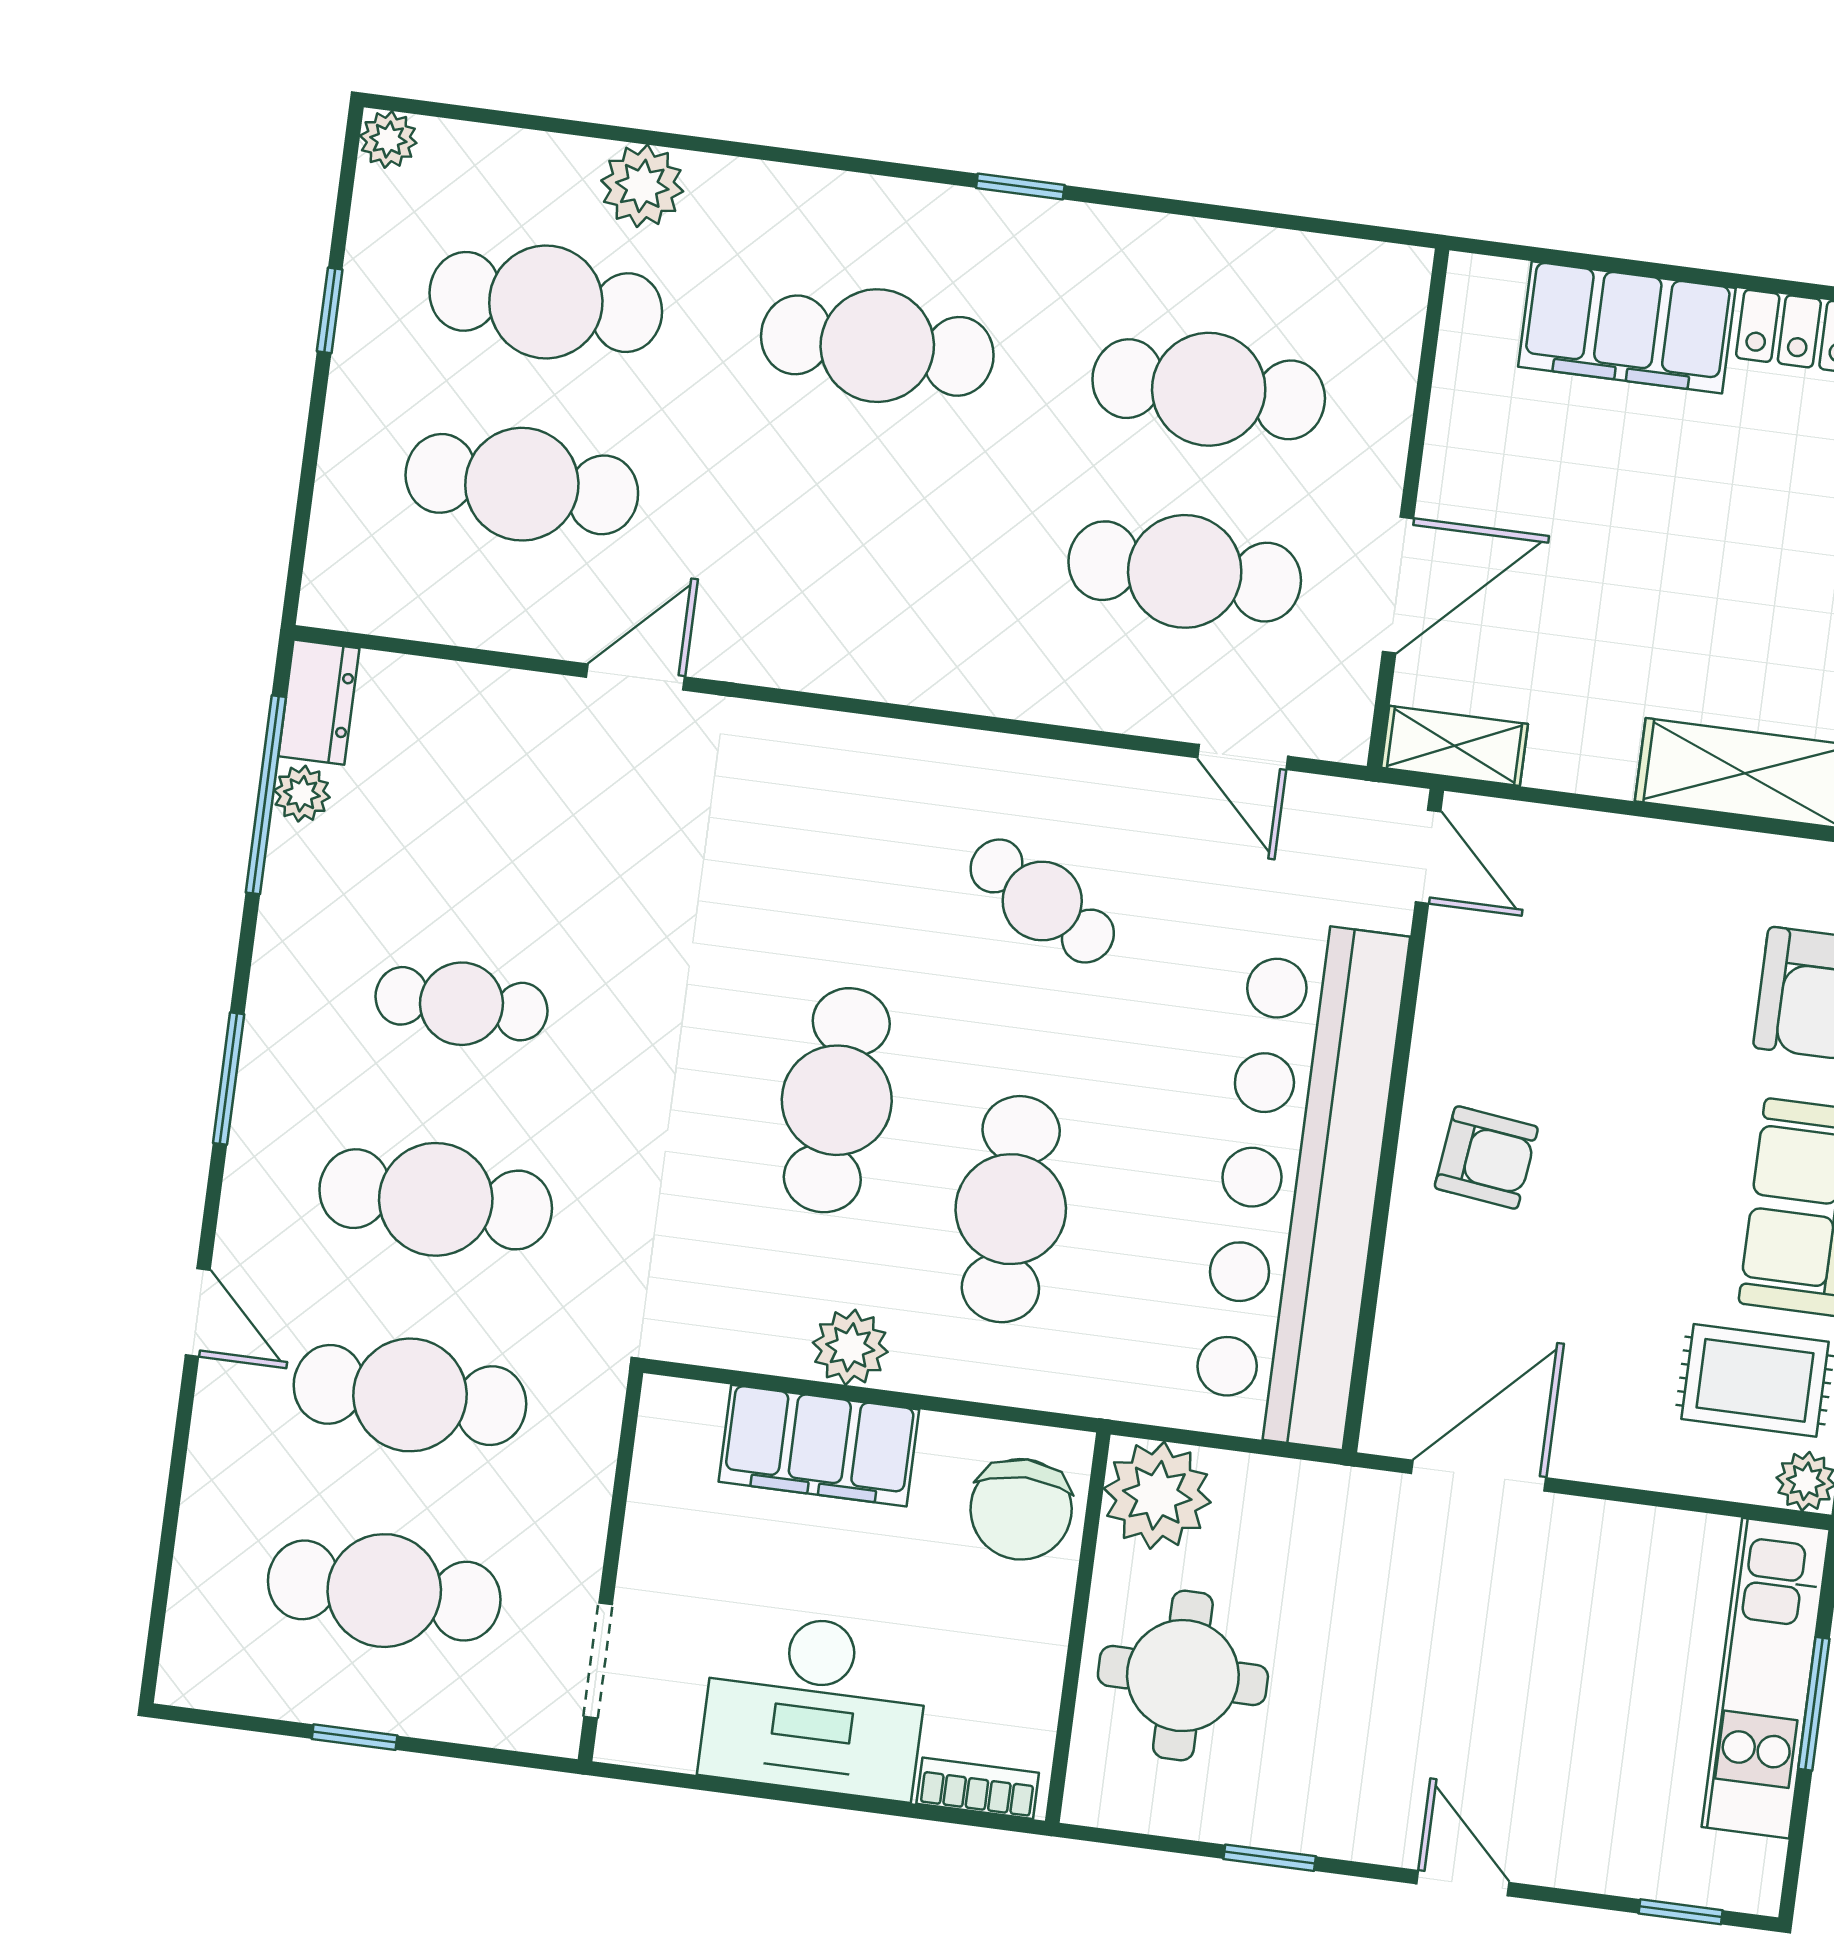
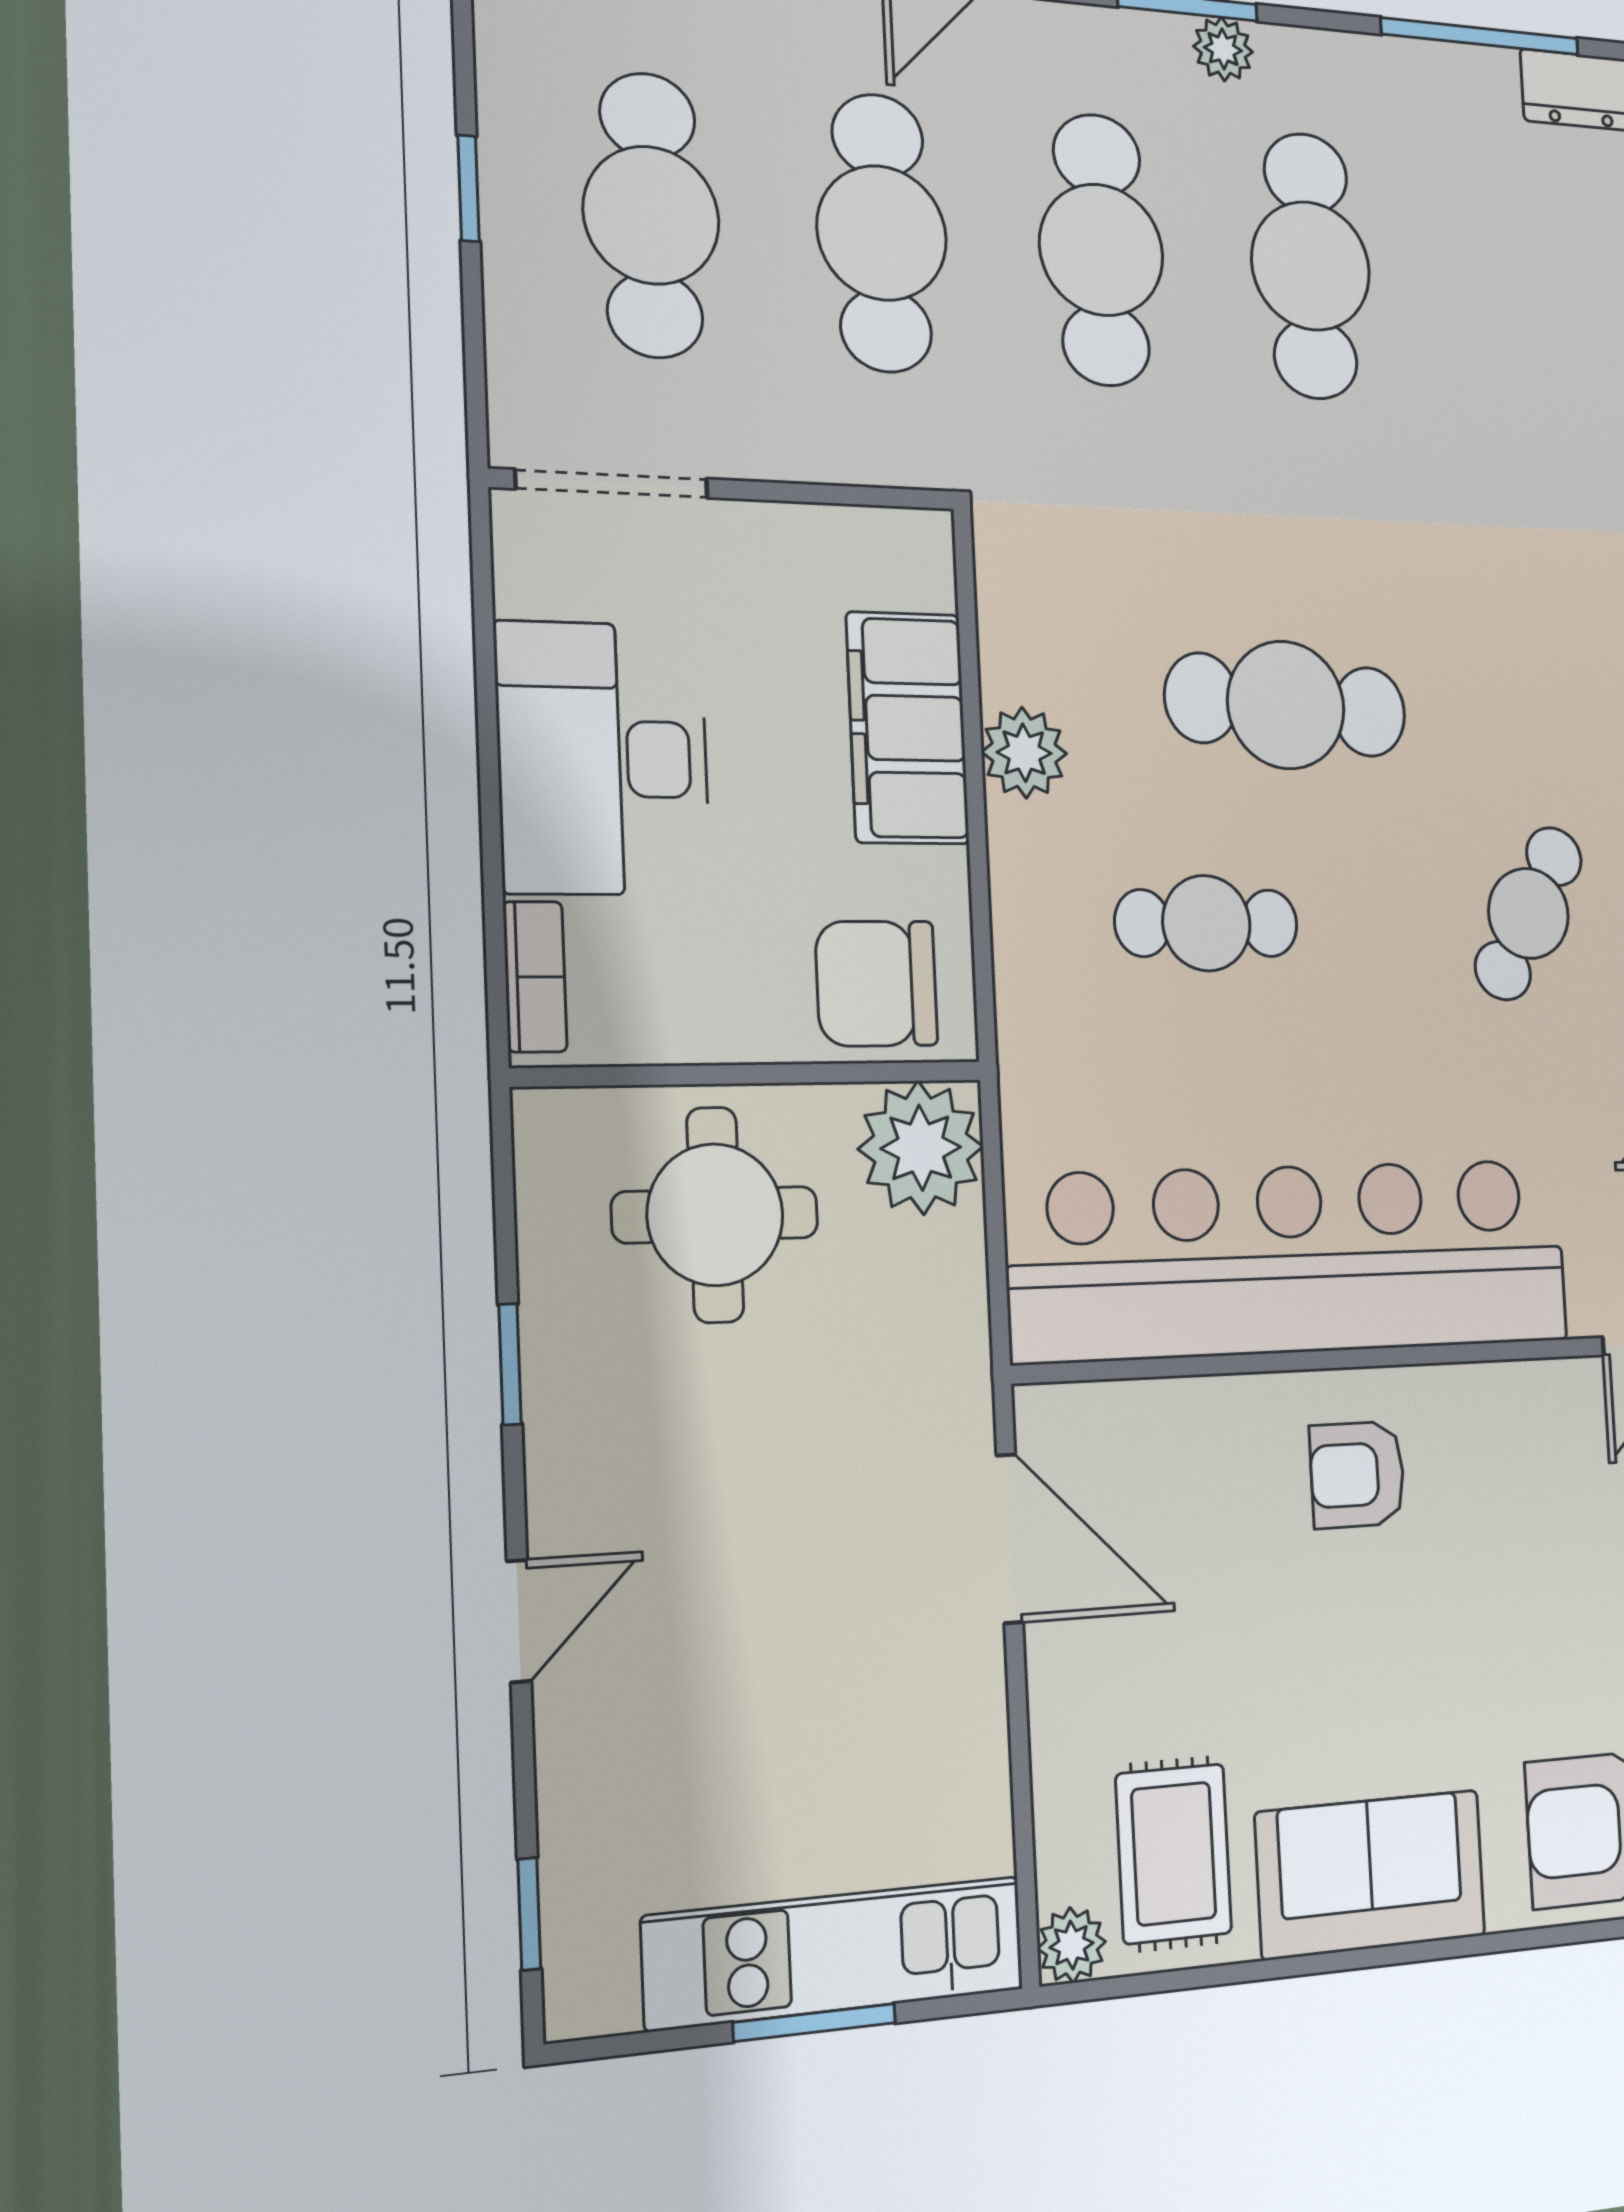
plant: (302, 794) -> (1223, 49), moved
cafe table: (461, 1004) -> (1311, 266), width x1.37, depth x1.35
armchair: (1486, 1157) -> (1357, 1475), turned 83
cafe table: (1011, 1209) -> (1206, 923), width x0.73, depth x0.74
doorway: (598, 1660) -> (612, 484), width x1.38

